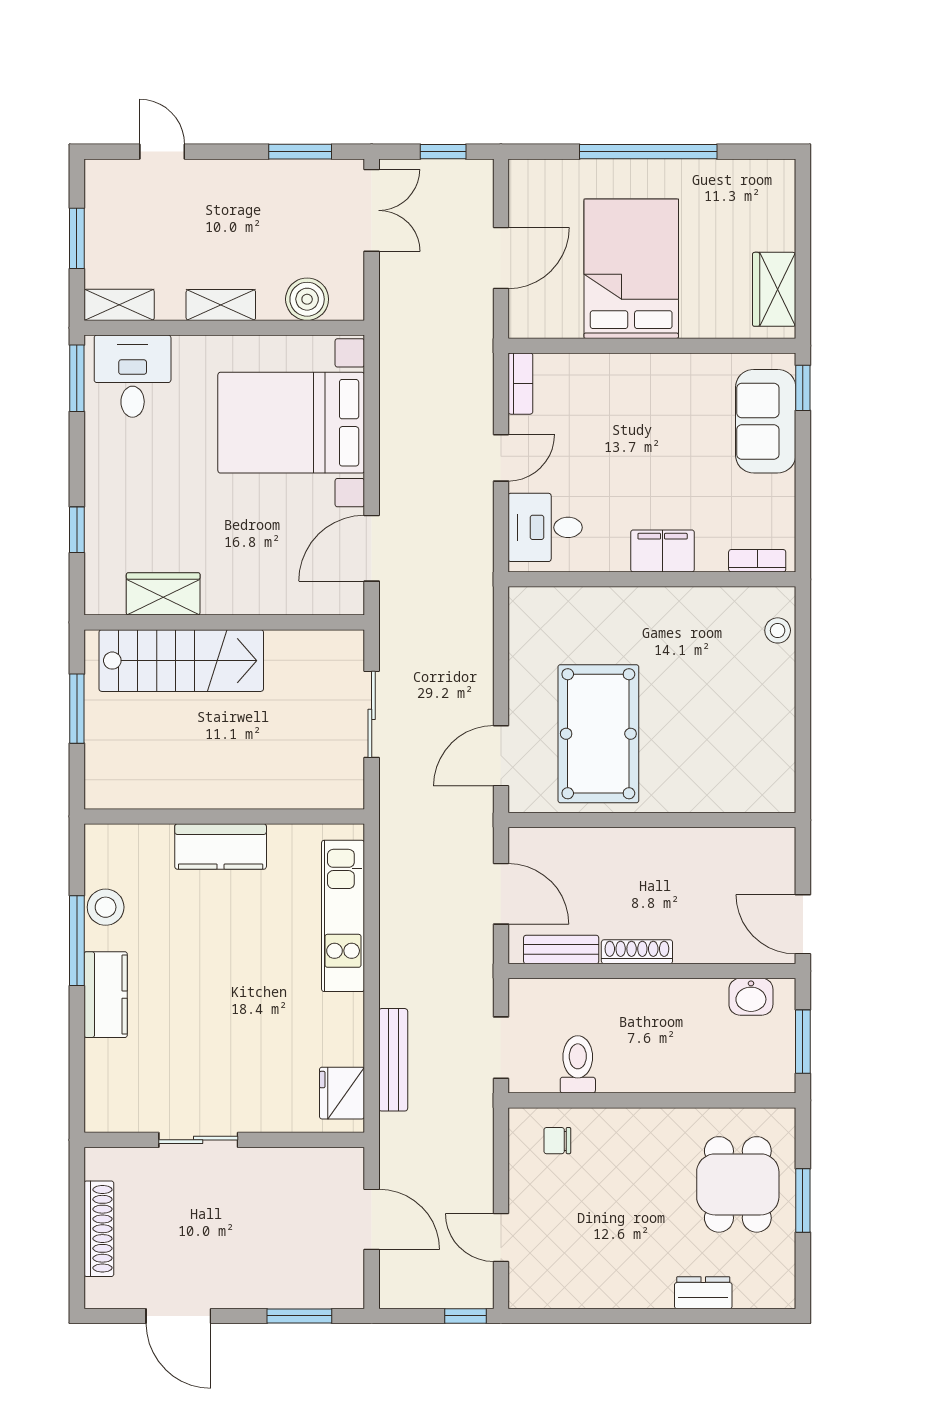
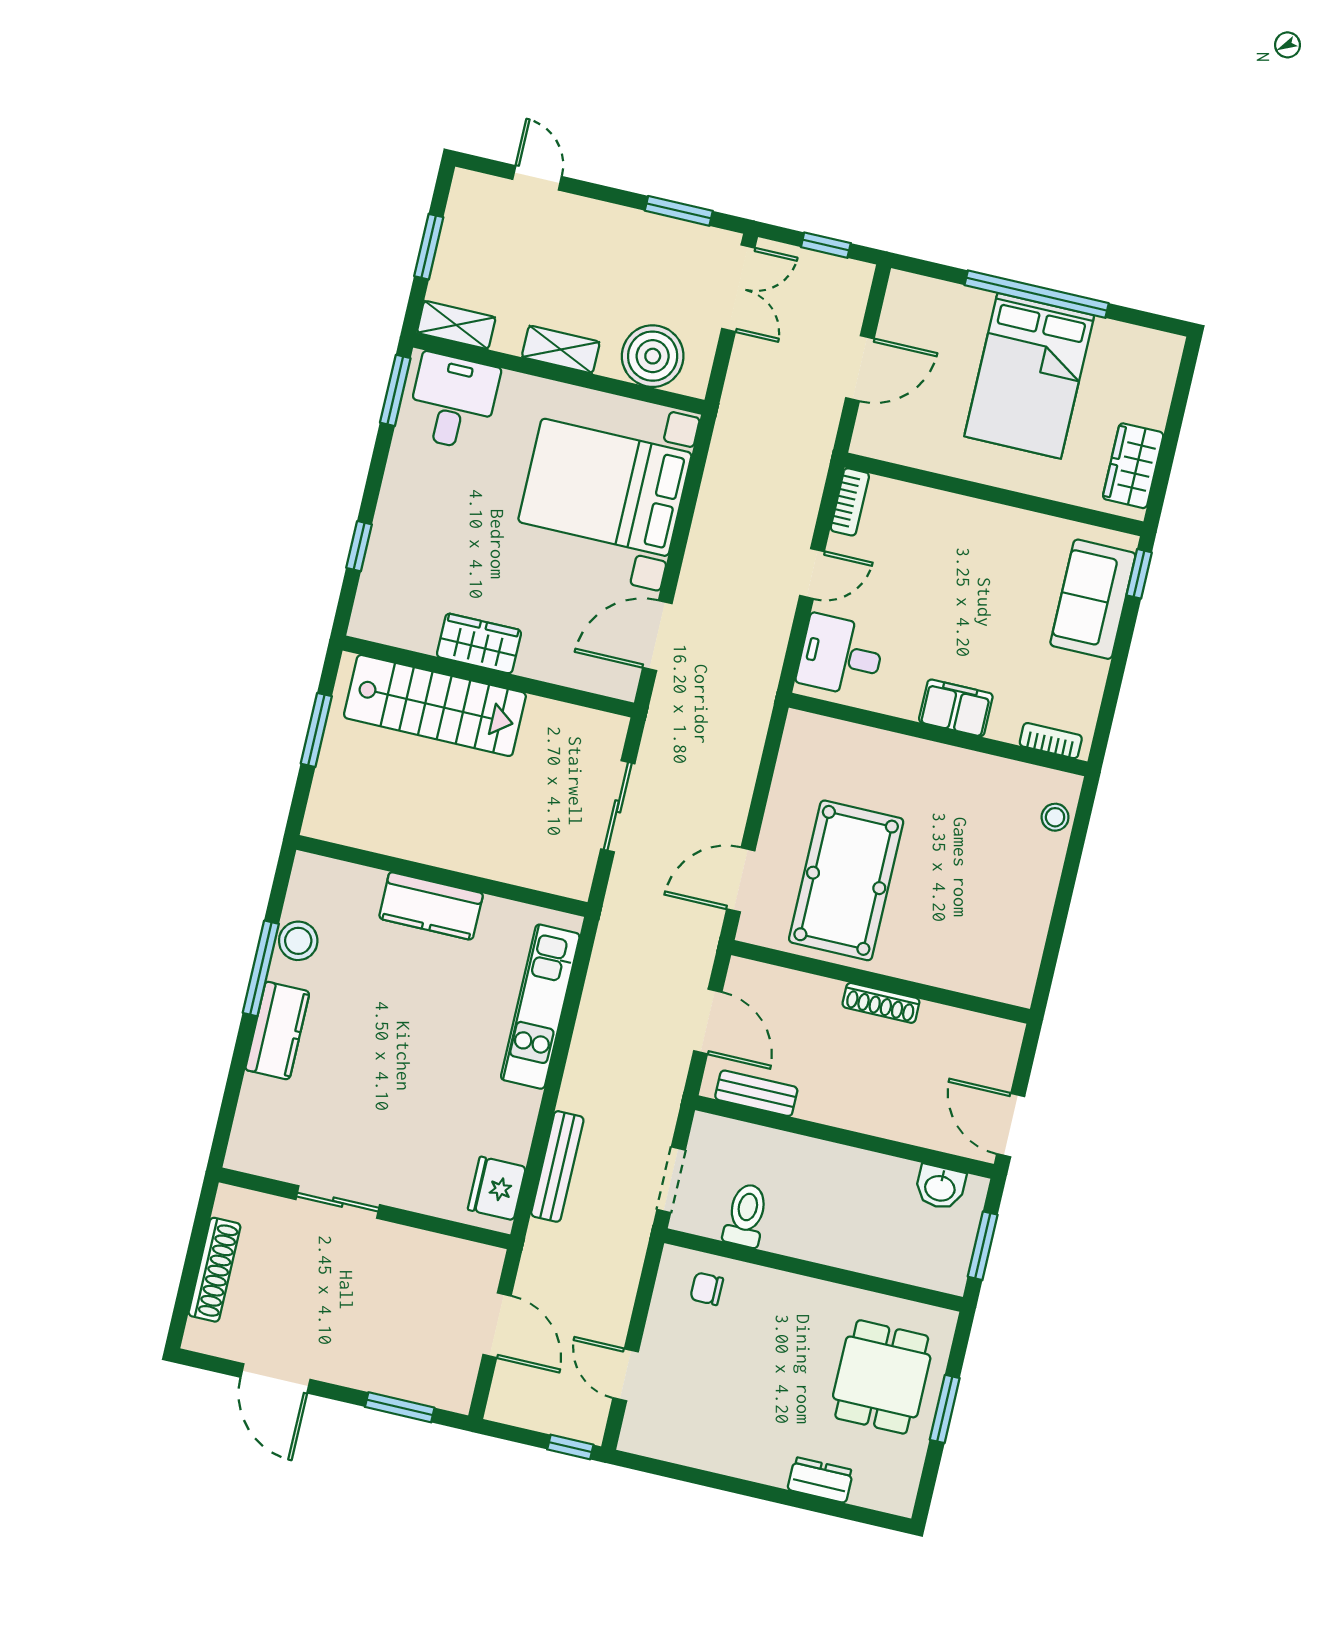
bed: (631, 269) -> (1029, 376), moved, turned 180
boiler: (307, 299) -> (653, 356), width x1.37, depth x1.37
wardrobe: (163, 594) -> (479, 643), moved
shoe rack: (637, 952) -> (881, 1003), moved, turned 180

